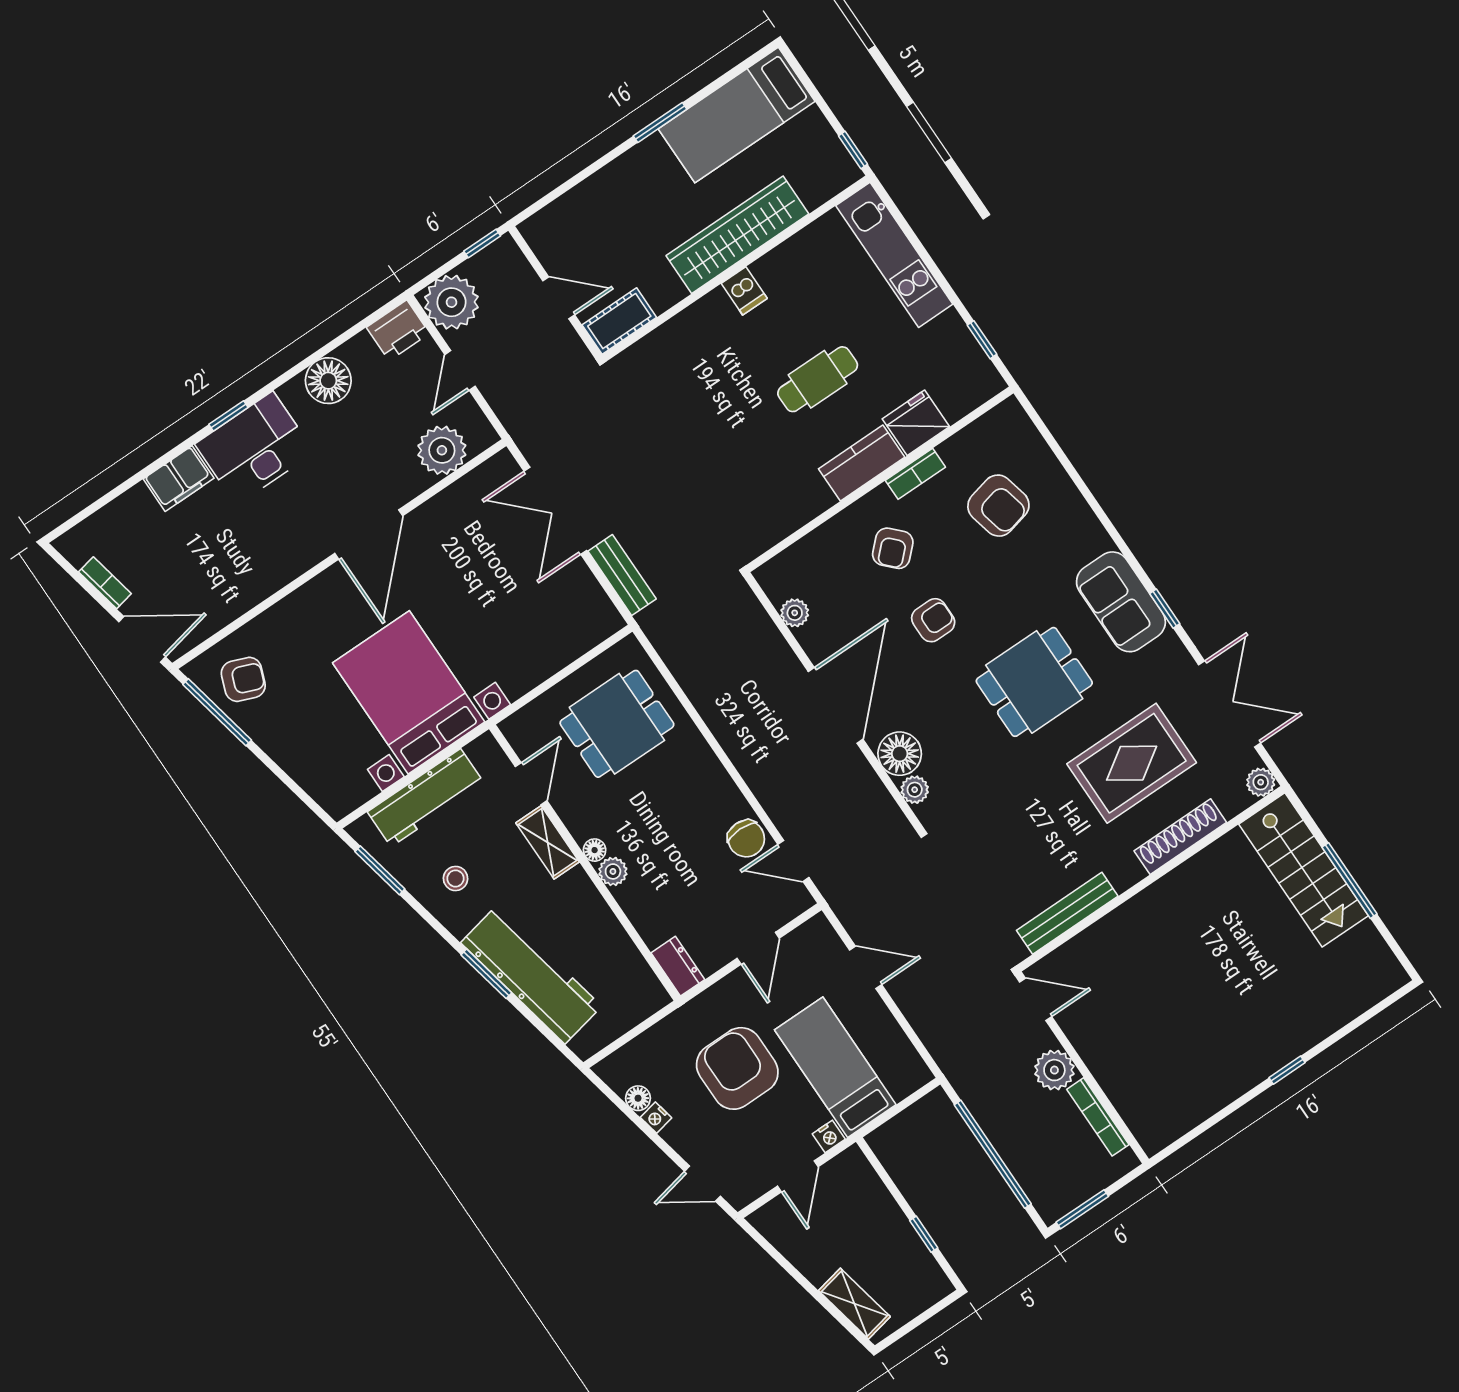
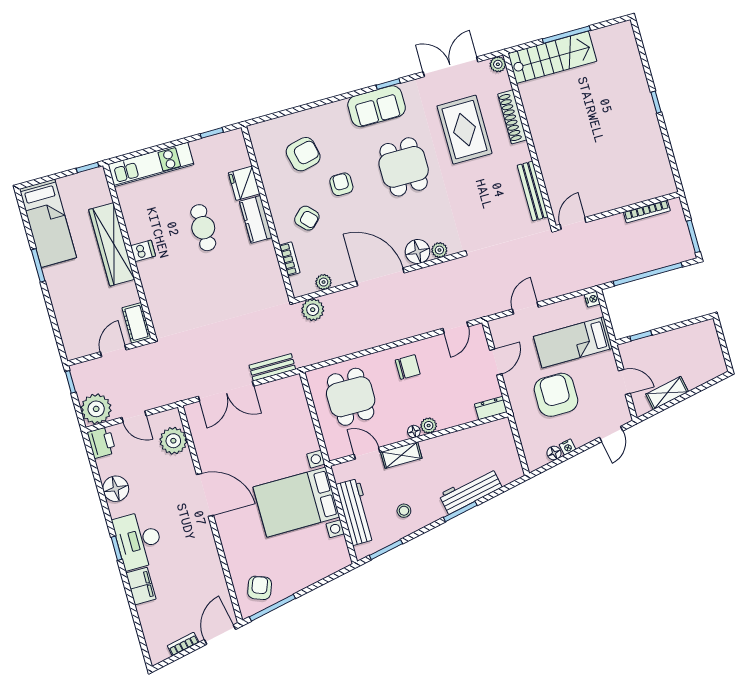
bookcase: (915, 474) -> (290, 259), moved
armchair: (933, 620) -> (341, 184), moved
chair: (746, 839) -> (408, 367), moved
door: (758, 948) -> (496, 362), hinge flipped
workbench: (531, 974) -> (470, 491), width x0.73, depth x0.76
armchair: (737, 1068) -> (556, 395), turned 90
plant: (1054, 1070) -> (313, 310), moved
nightstand: (829, 1136) -> (592, 299), moved
window: (924, 1234) -> (641, 336), moved
shelving: (854, 1304) -> (667, 393), moved

